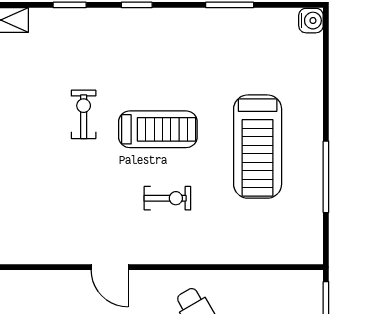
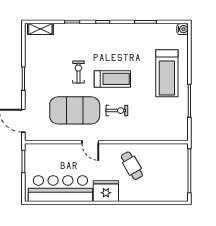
treadmill: (258, 147) -> (167, 73), moved
exercise mat: (75, 198) -> (75, 110), added

